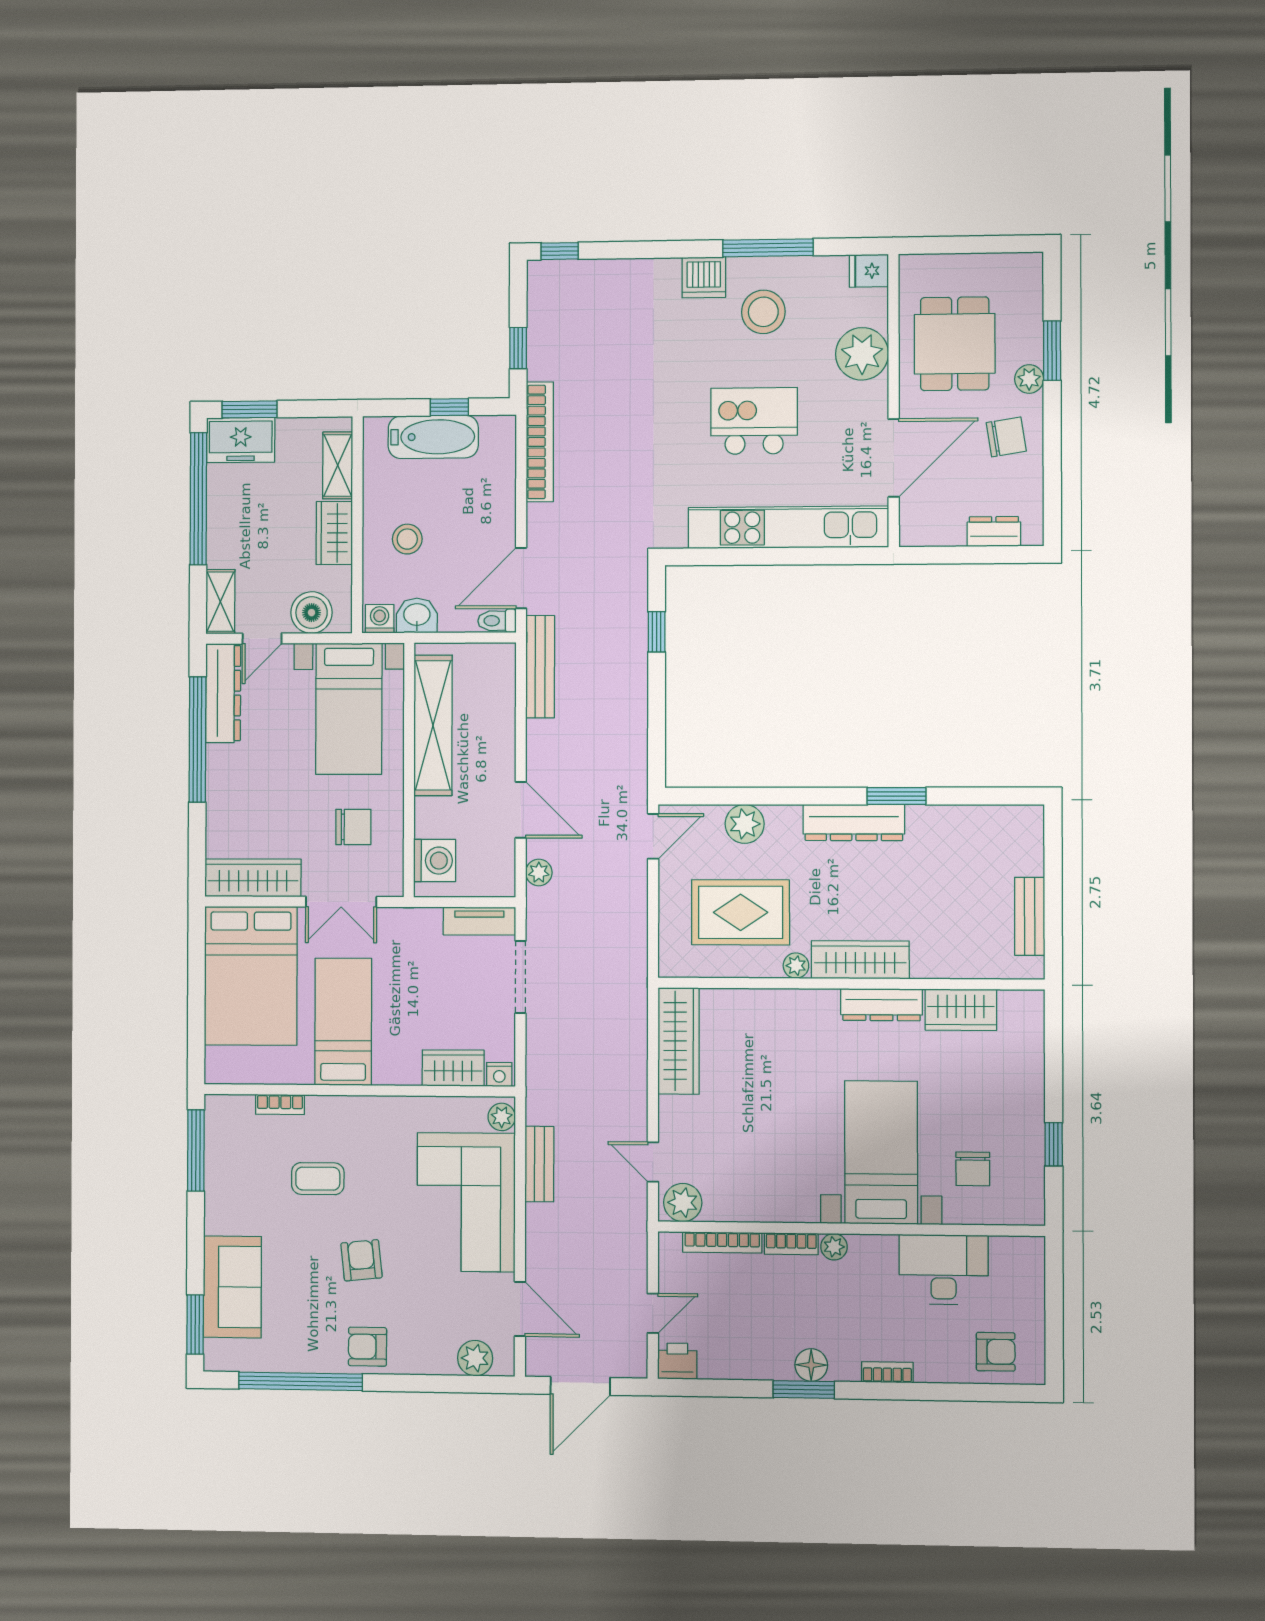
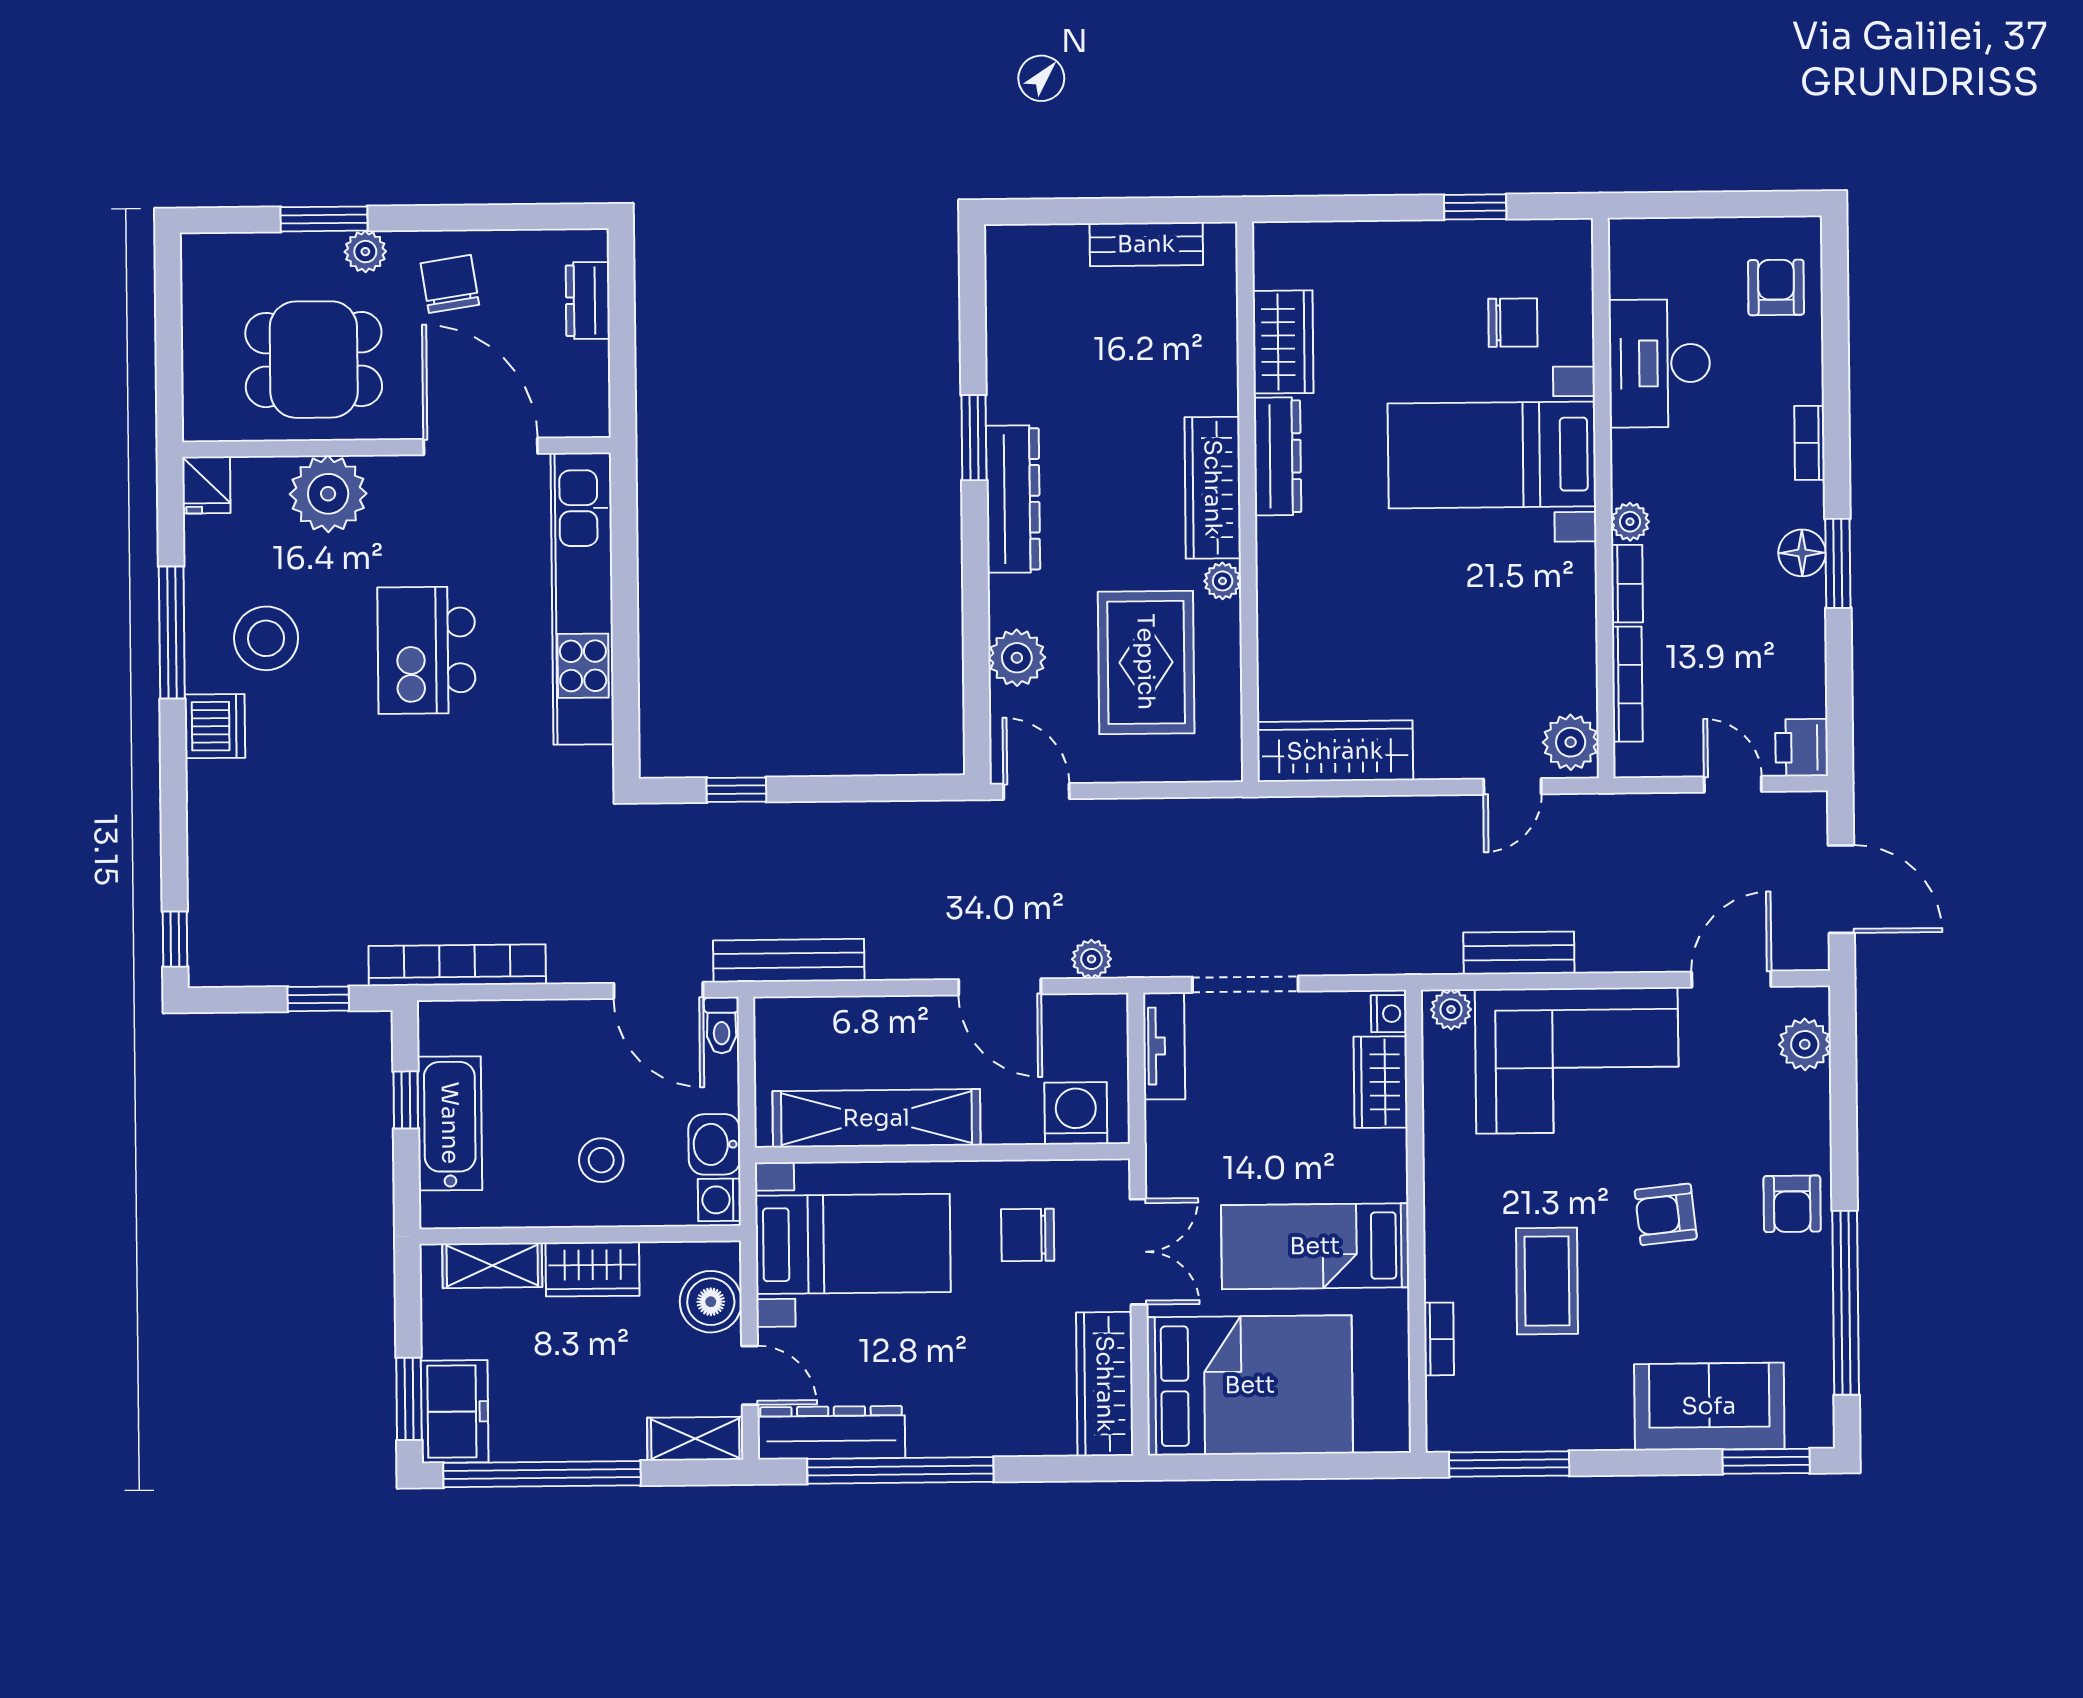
door: (521, 810) -> (1000, 987), swing flipped
chair: (353, 827) -> (1028, 1235), turned -90
coffee table: (318, 1179) -> (1547, 1281), width x1.36, depth x1.30

